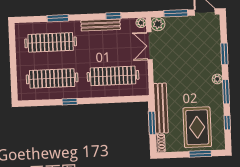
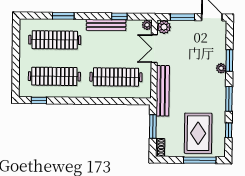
plant: (217, 79) -> (221, 68), moved
window: (70, 102) -> (39, 100), moved
bench: (161, 108) -> (163, 91), moved
window: (200, 154) -> (200, 160), width x1.44

